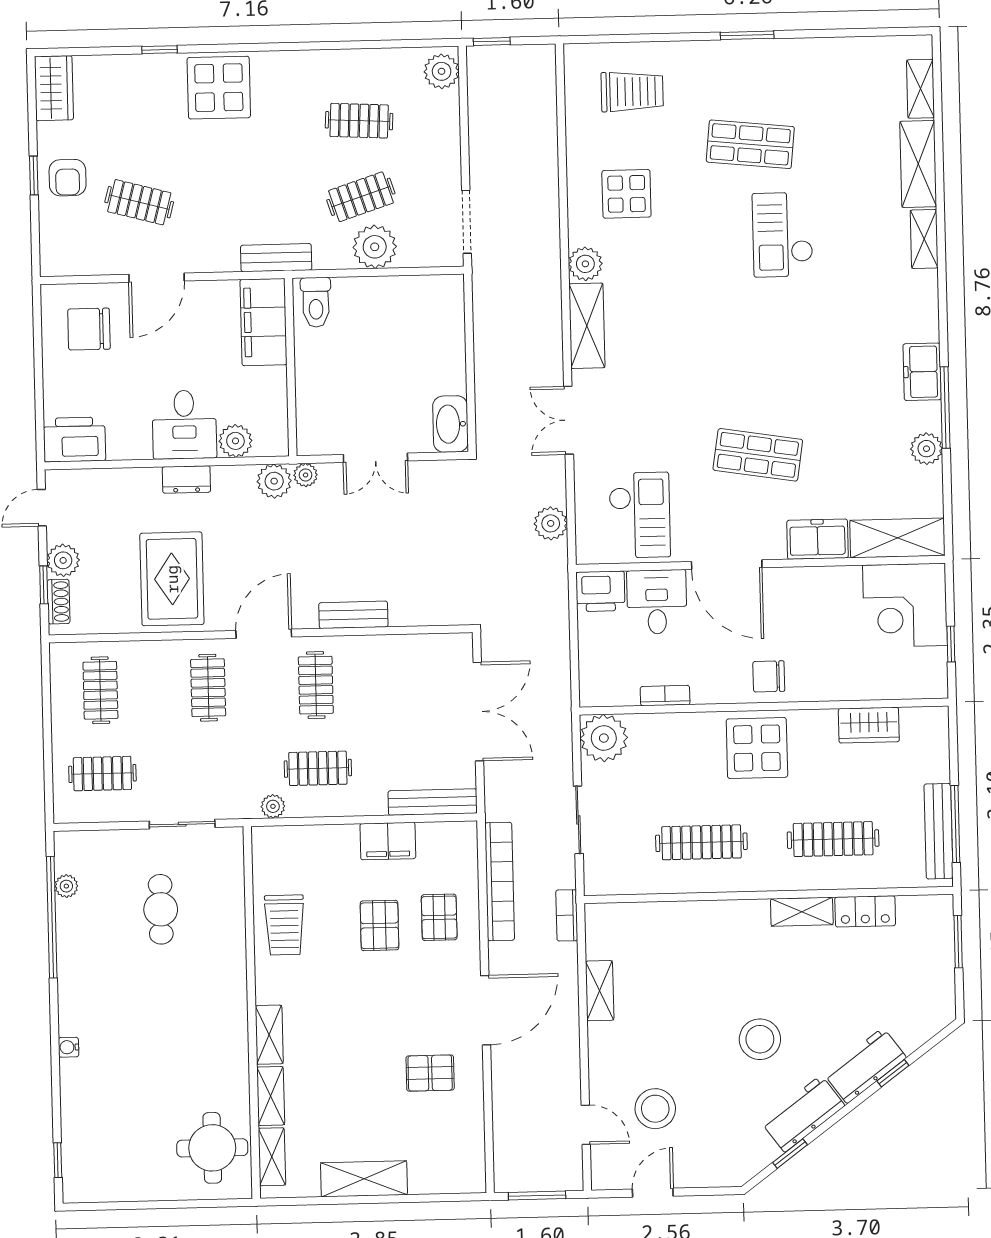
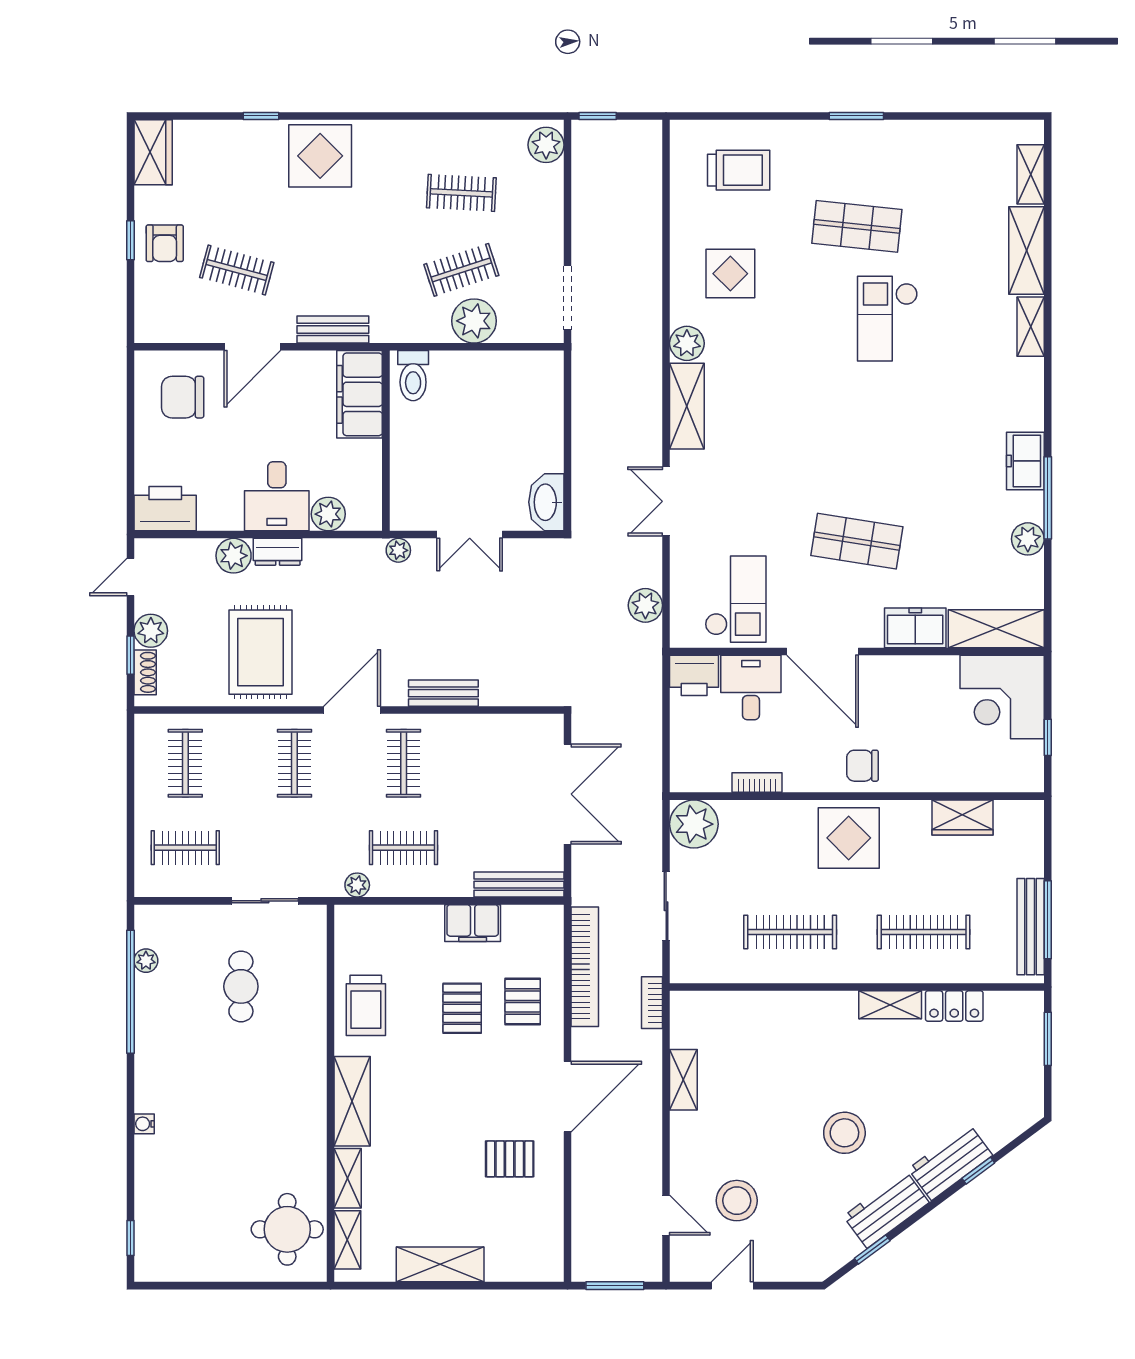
bench: (276, 258) -> (333, 329), moved
plant: (274, 481) -> (234, 556), moved
shelving: (269, 1035) -> (352, 1101), width x1.50, depth x1.33

